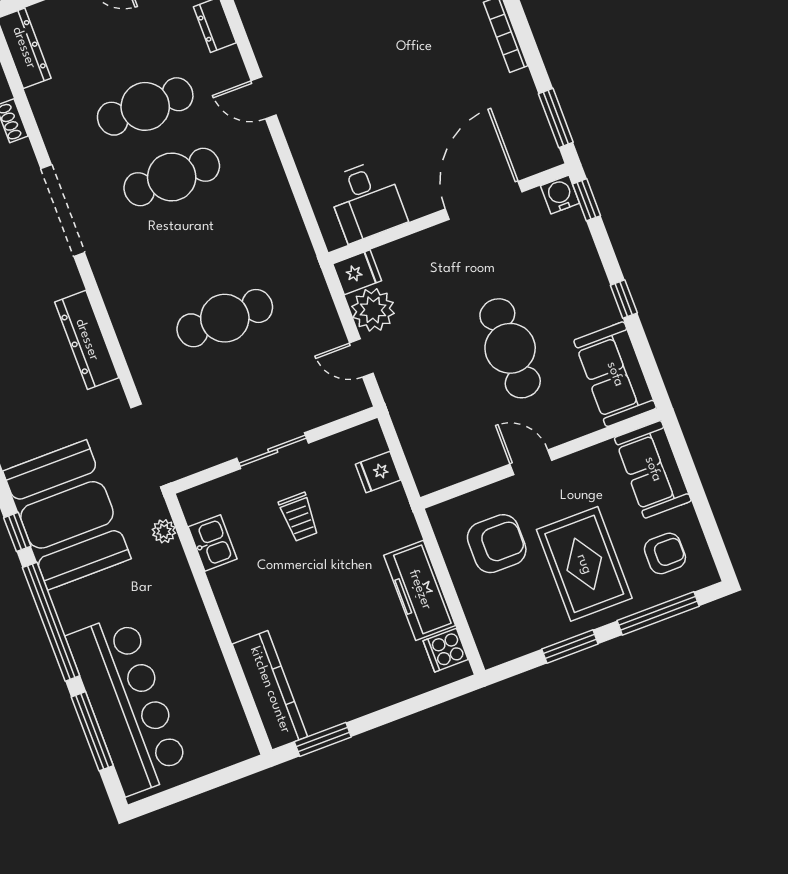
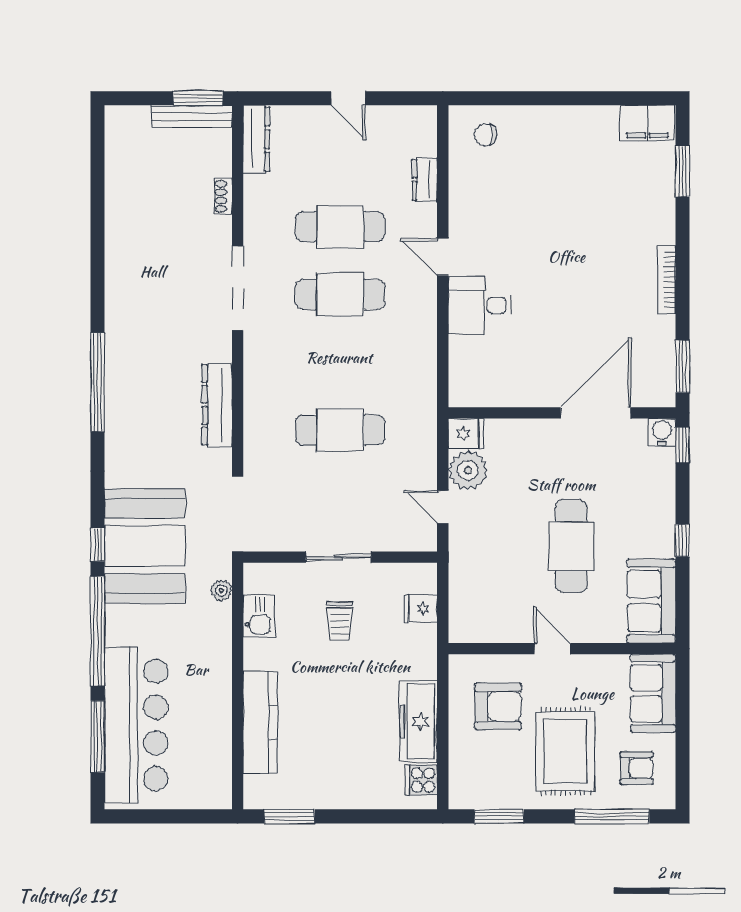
desk: (366, 201) -> (480, 305), moved, turned 90
window: (570, 646) -> (499, 816), moved
kitchen counter: (270, 690) -> (260, 722), moved

